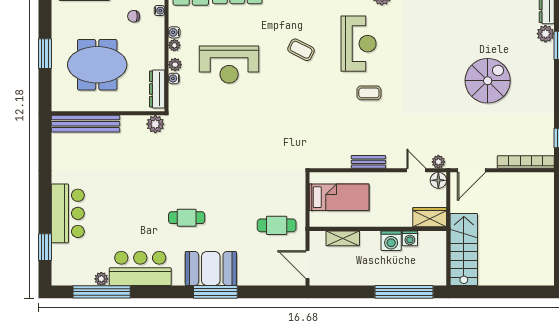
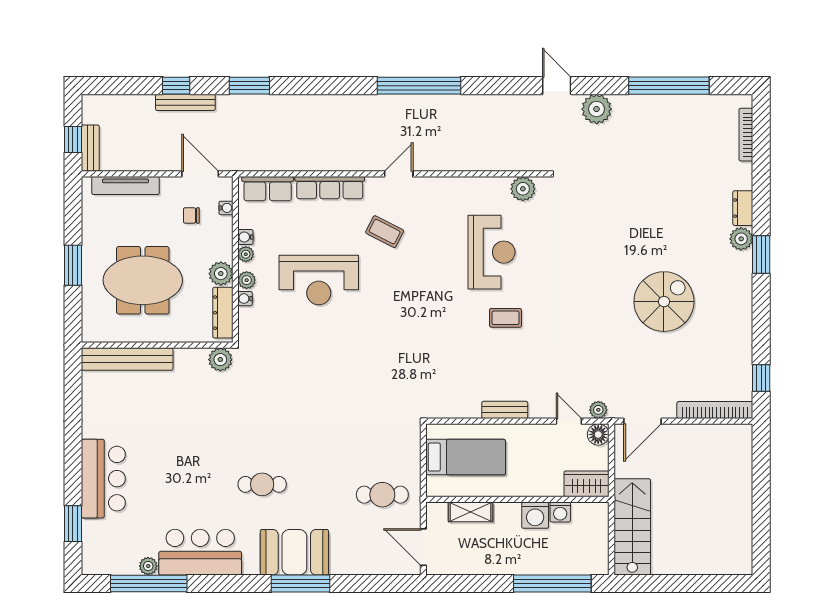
coffee table: (301, 50) -> (385, 232), moved
plant: (156, 60) -> (221, 274), added

